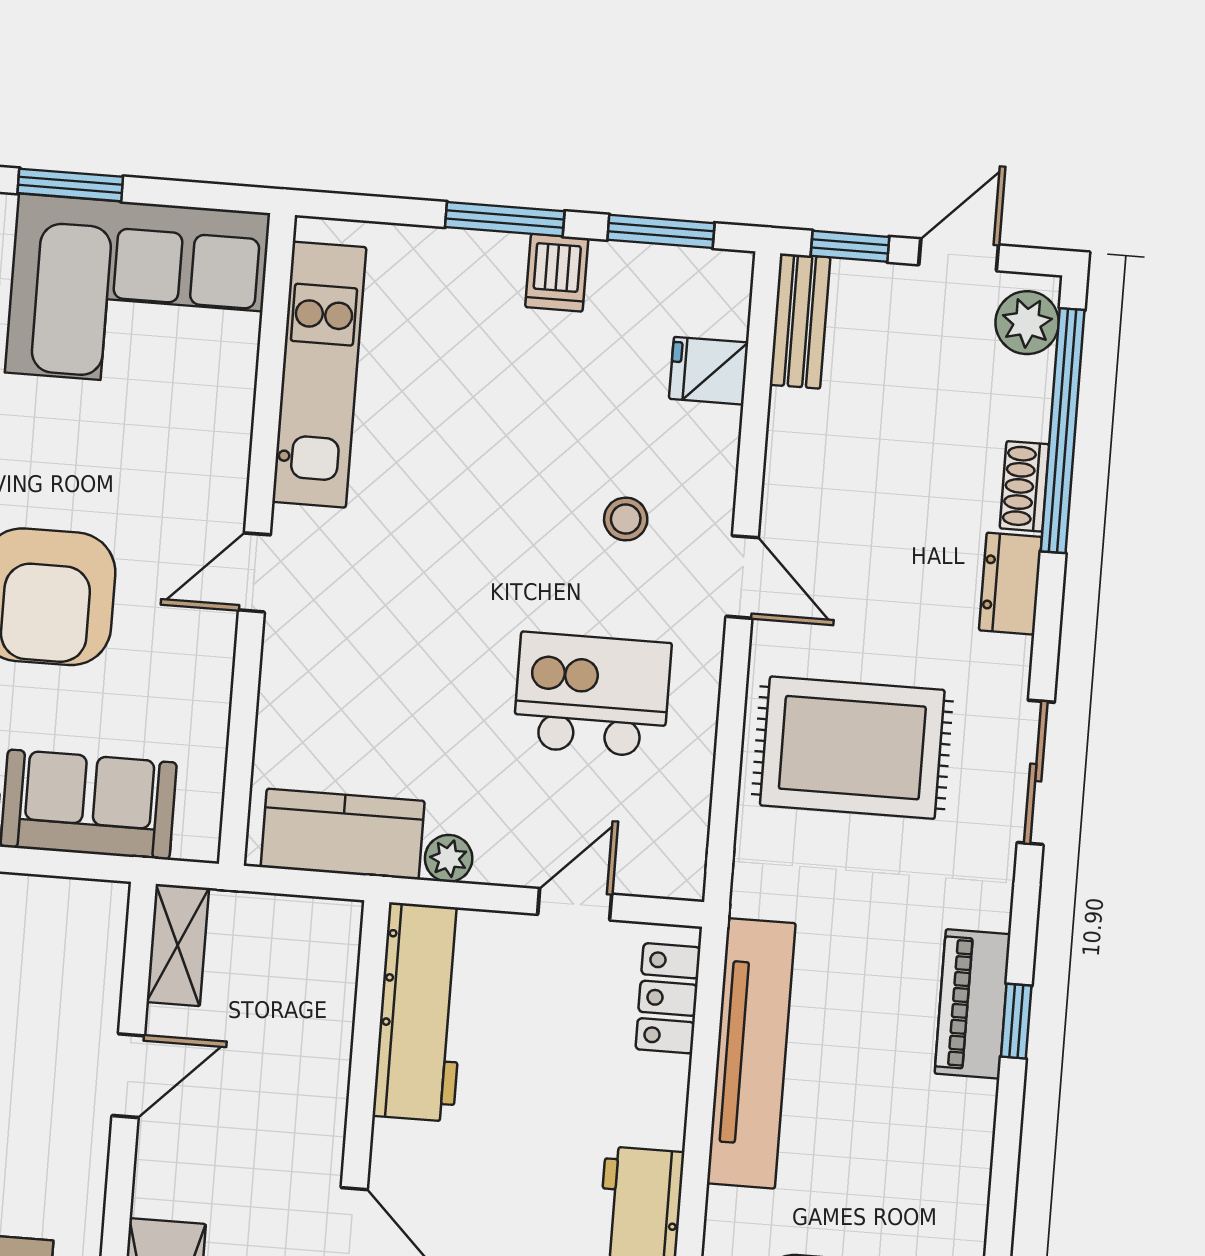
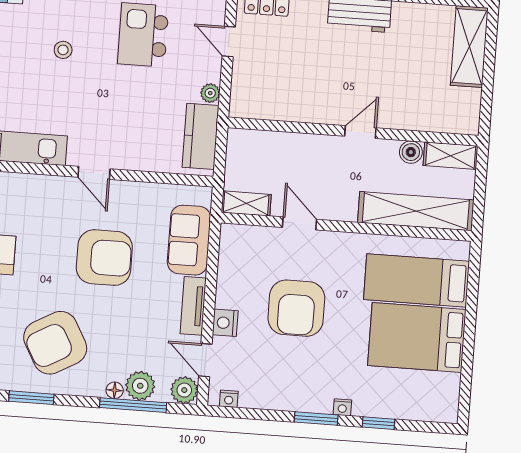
stool: (626, 519) -> (63, 50), moved
workbench: (421, 1012) -> (273, 104), removed

